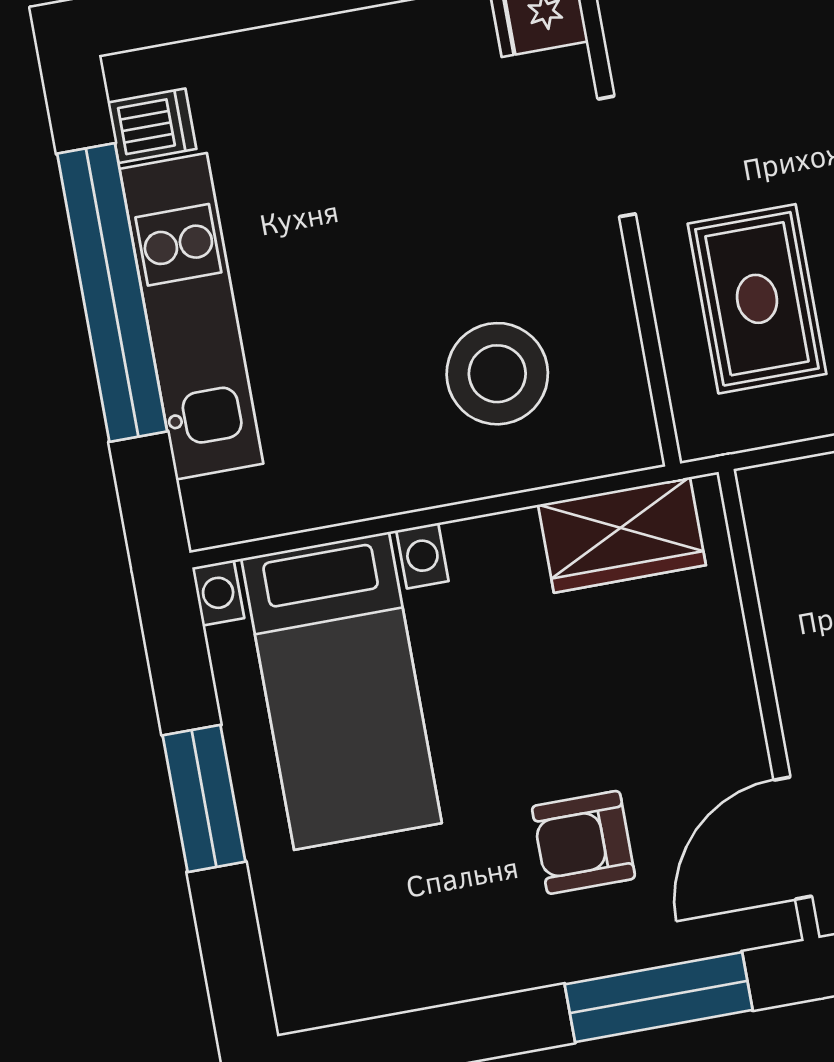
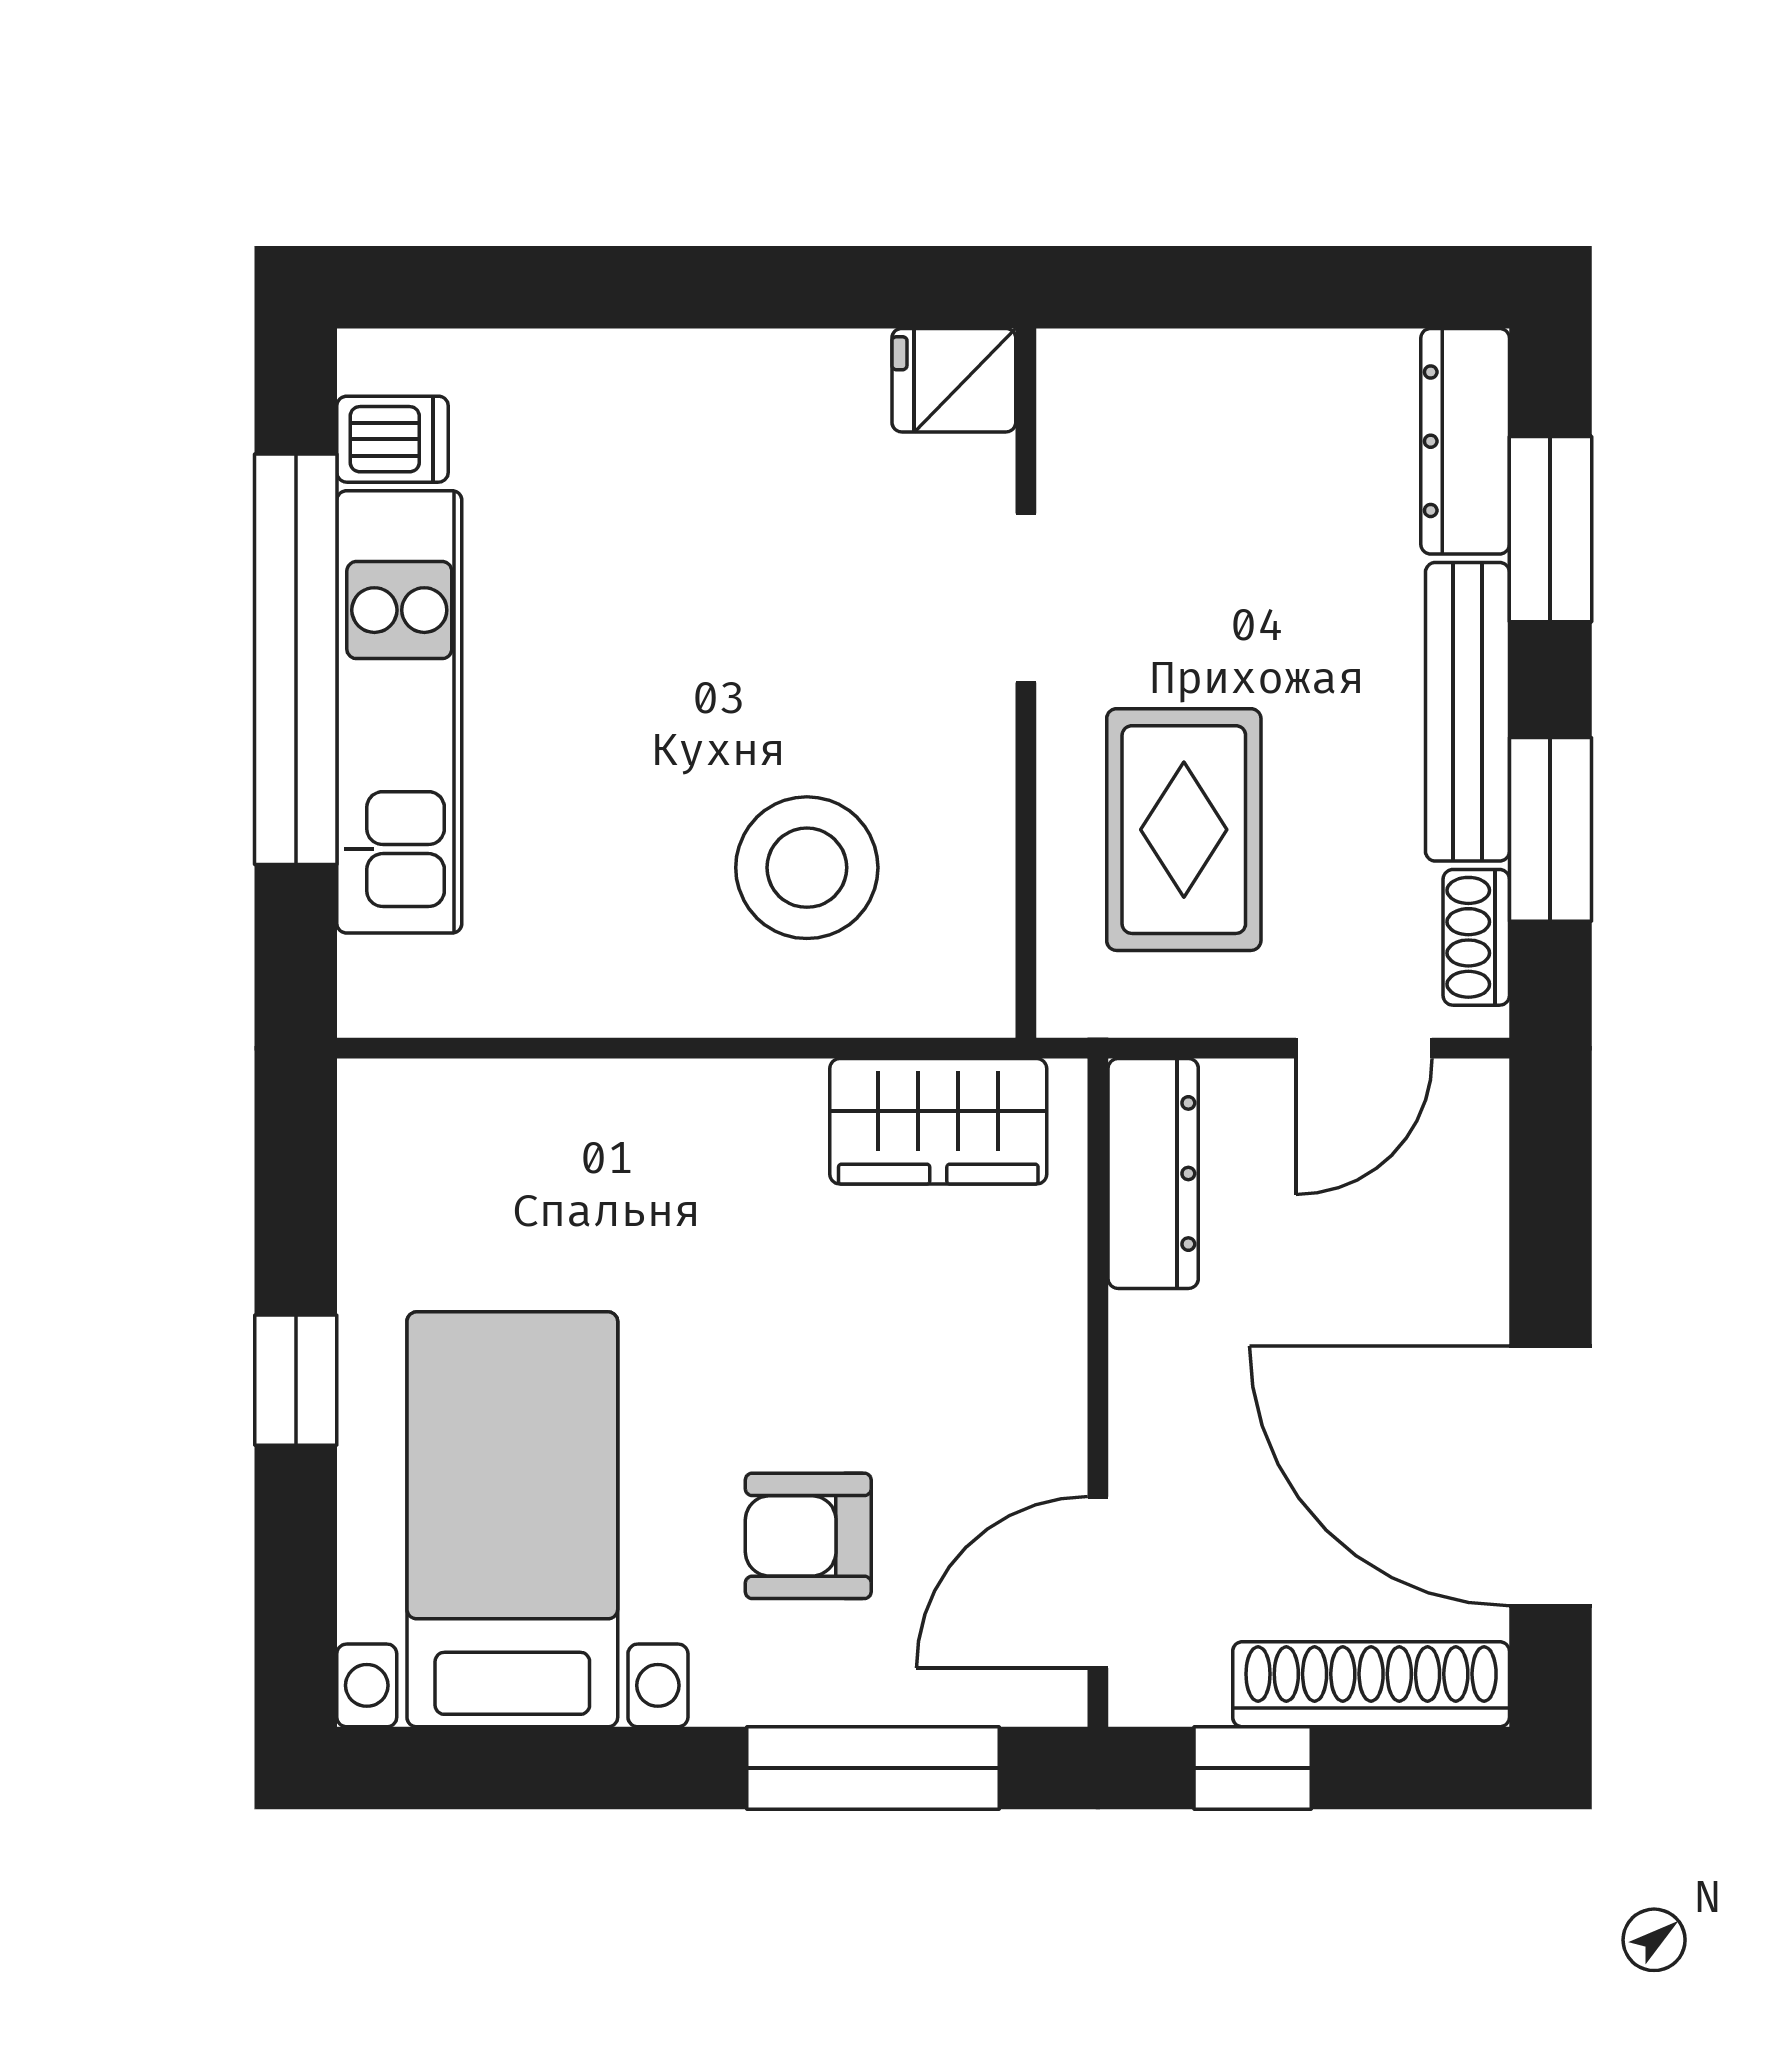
dresser: (779, 544) -> (1153, 1173), added
bed with nightstands: (341, 691) -> (512, 1519), moved, turned 180
window: (204, 798) -> (296, 1380), width x0.67

